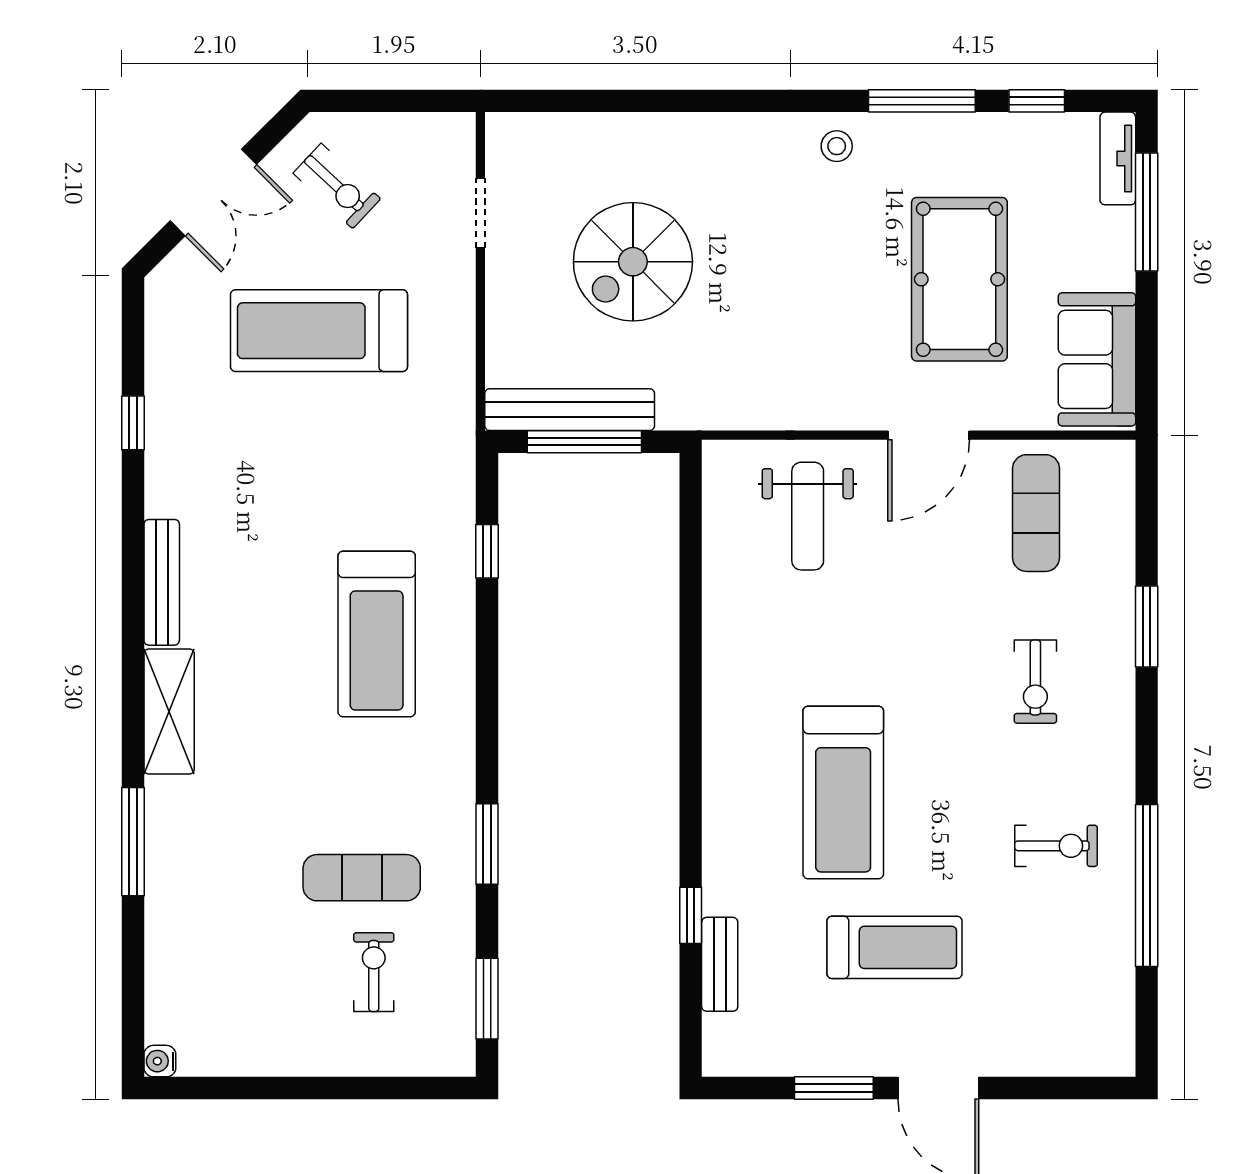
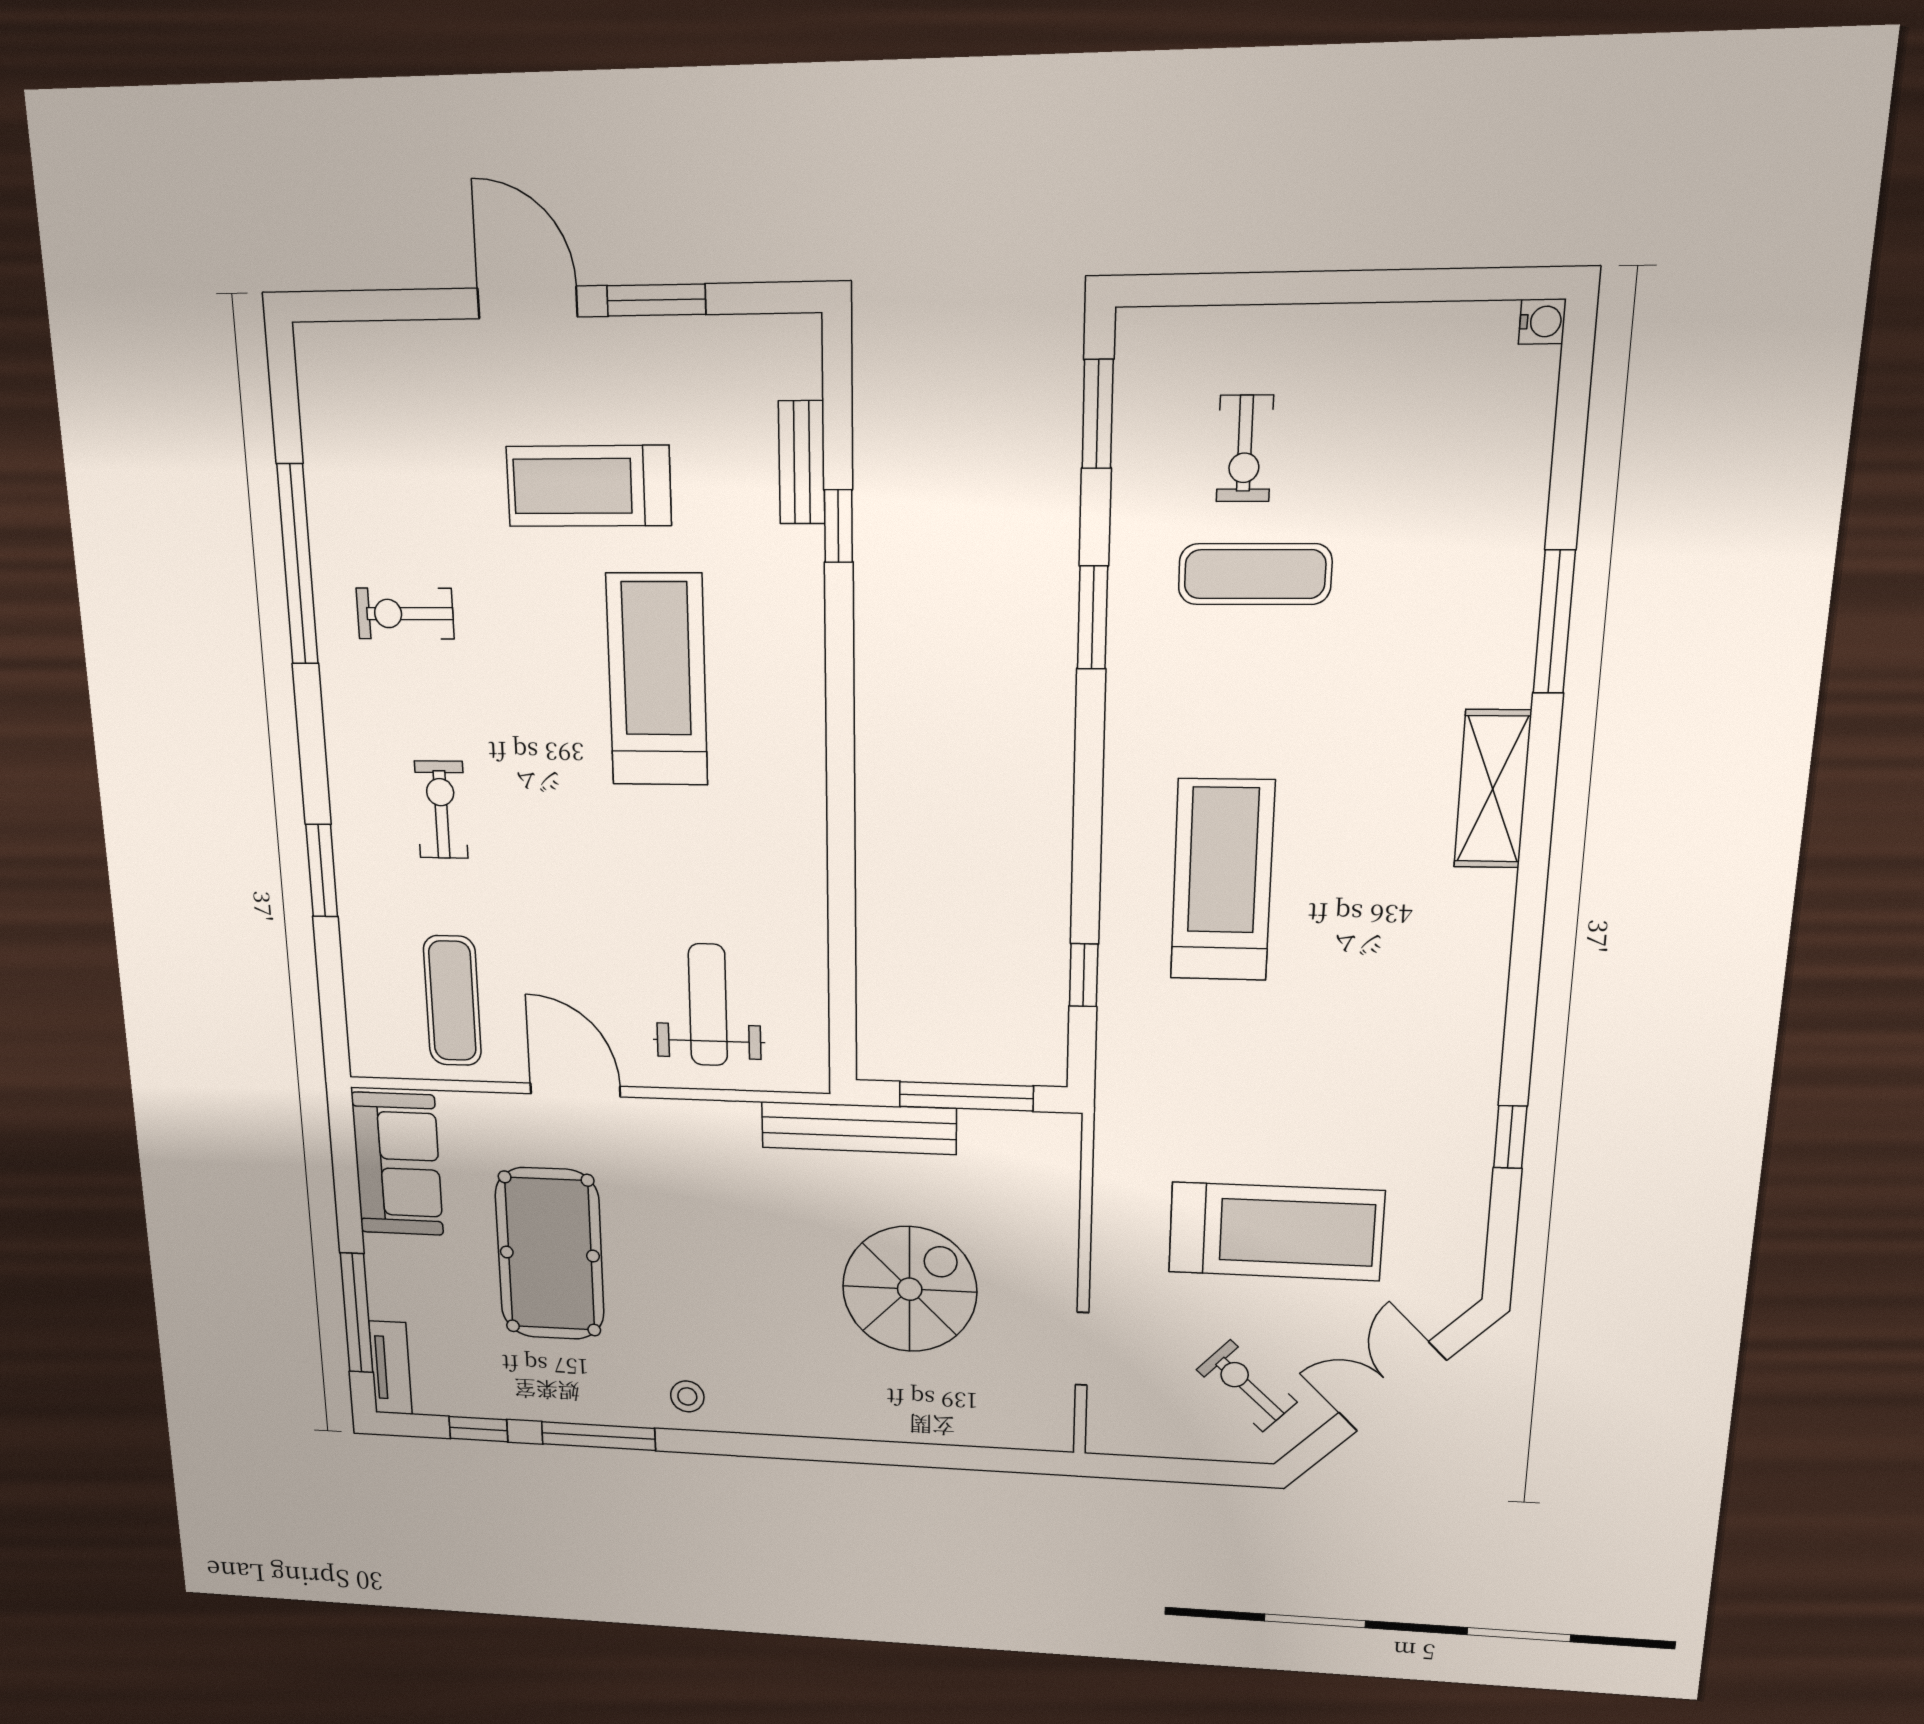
bench: (570, 410) -> (859, 1128), moved
door: (929, 435) -> (575, 1090), hinge flipped
bench: (162, 582) -> (1489, 948), removed

